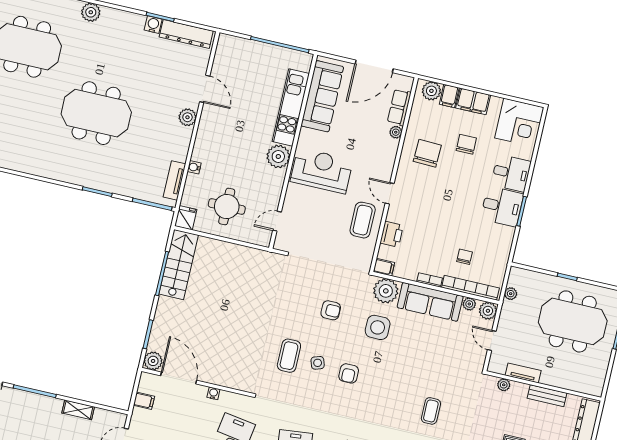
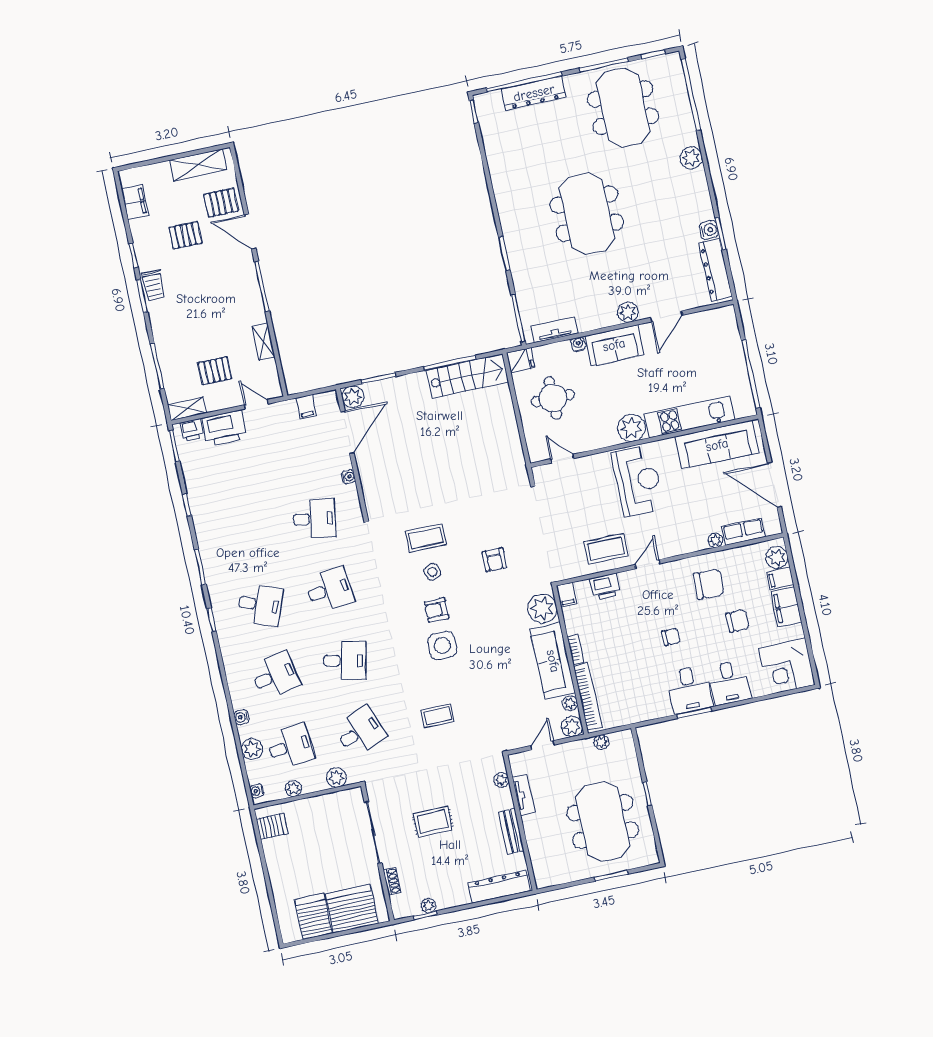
sofa: (208, 140) -> (614, 345), added
chair: (465, 257) -> (671, 637), moved
side table: (378, 327) -> (442, 645), moved

